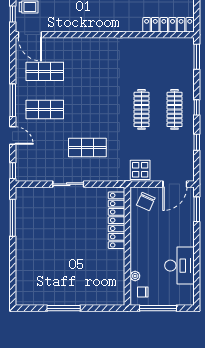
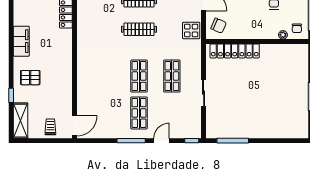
window: (13, 14) -> (57, 141), removed
shop shelf: (45, 71) -> (139, 76), moved

